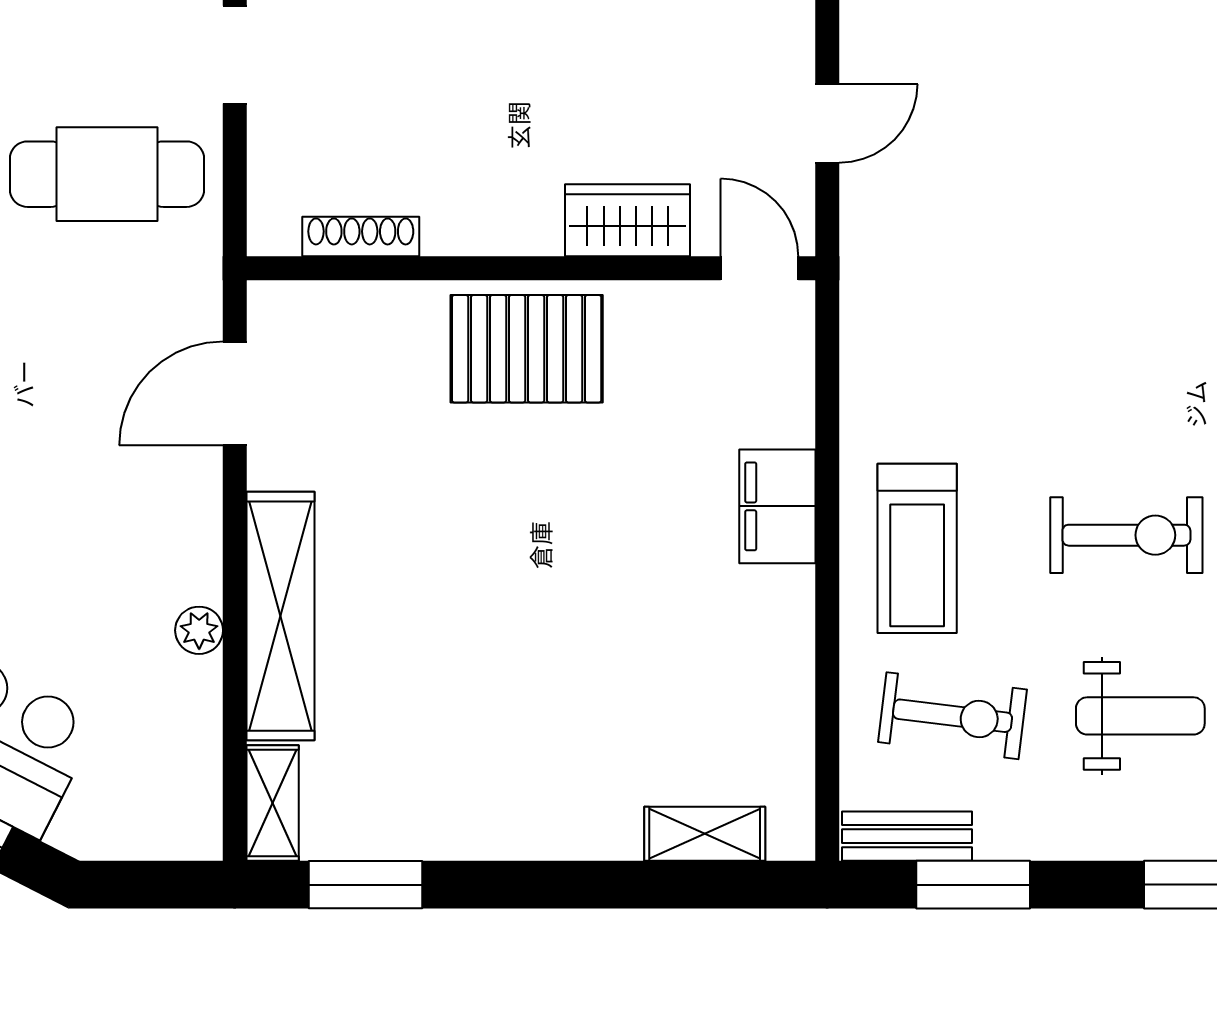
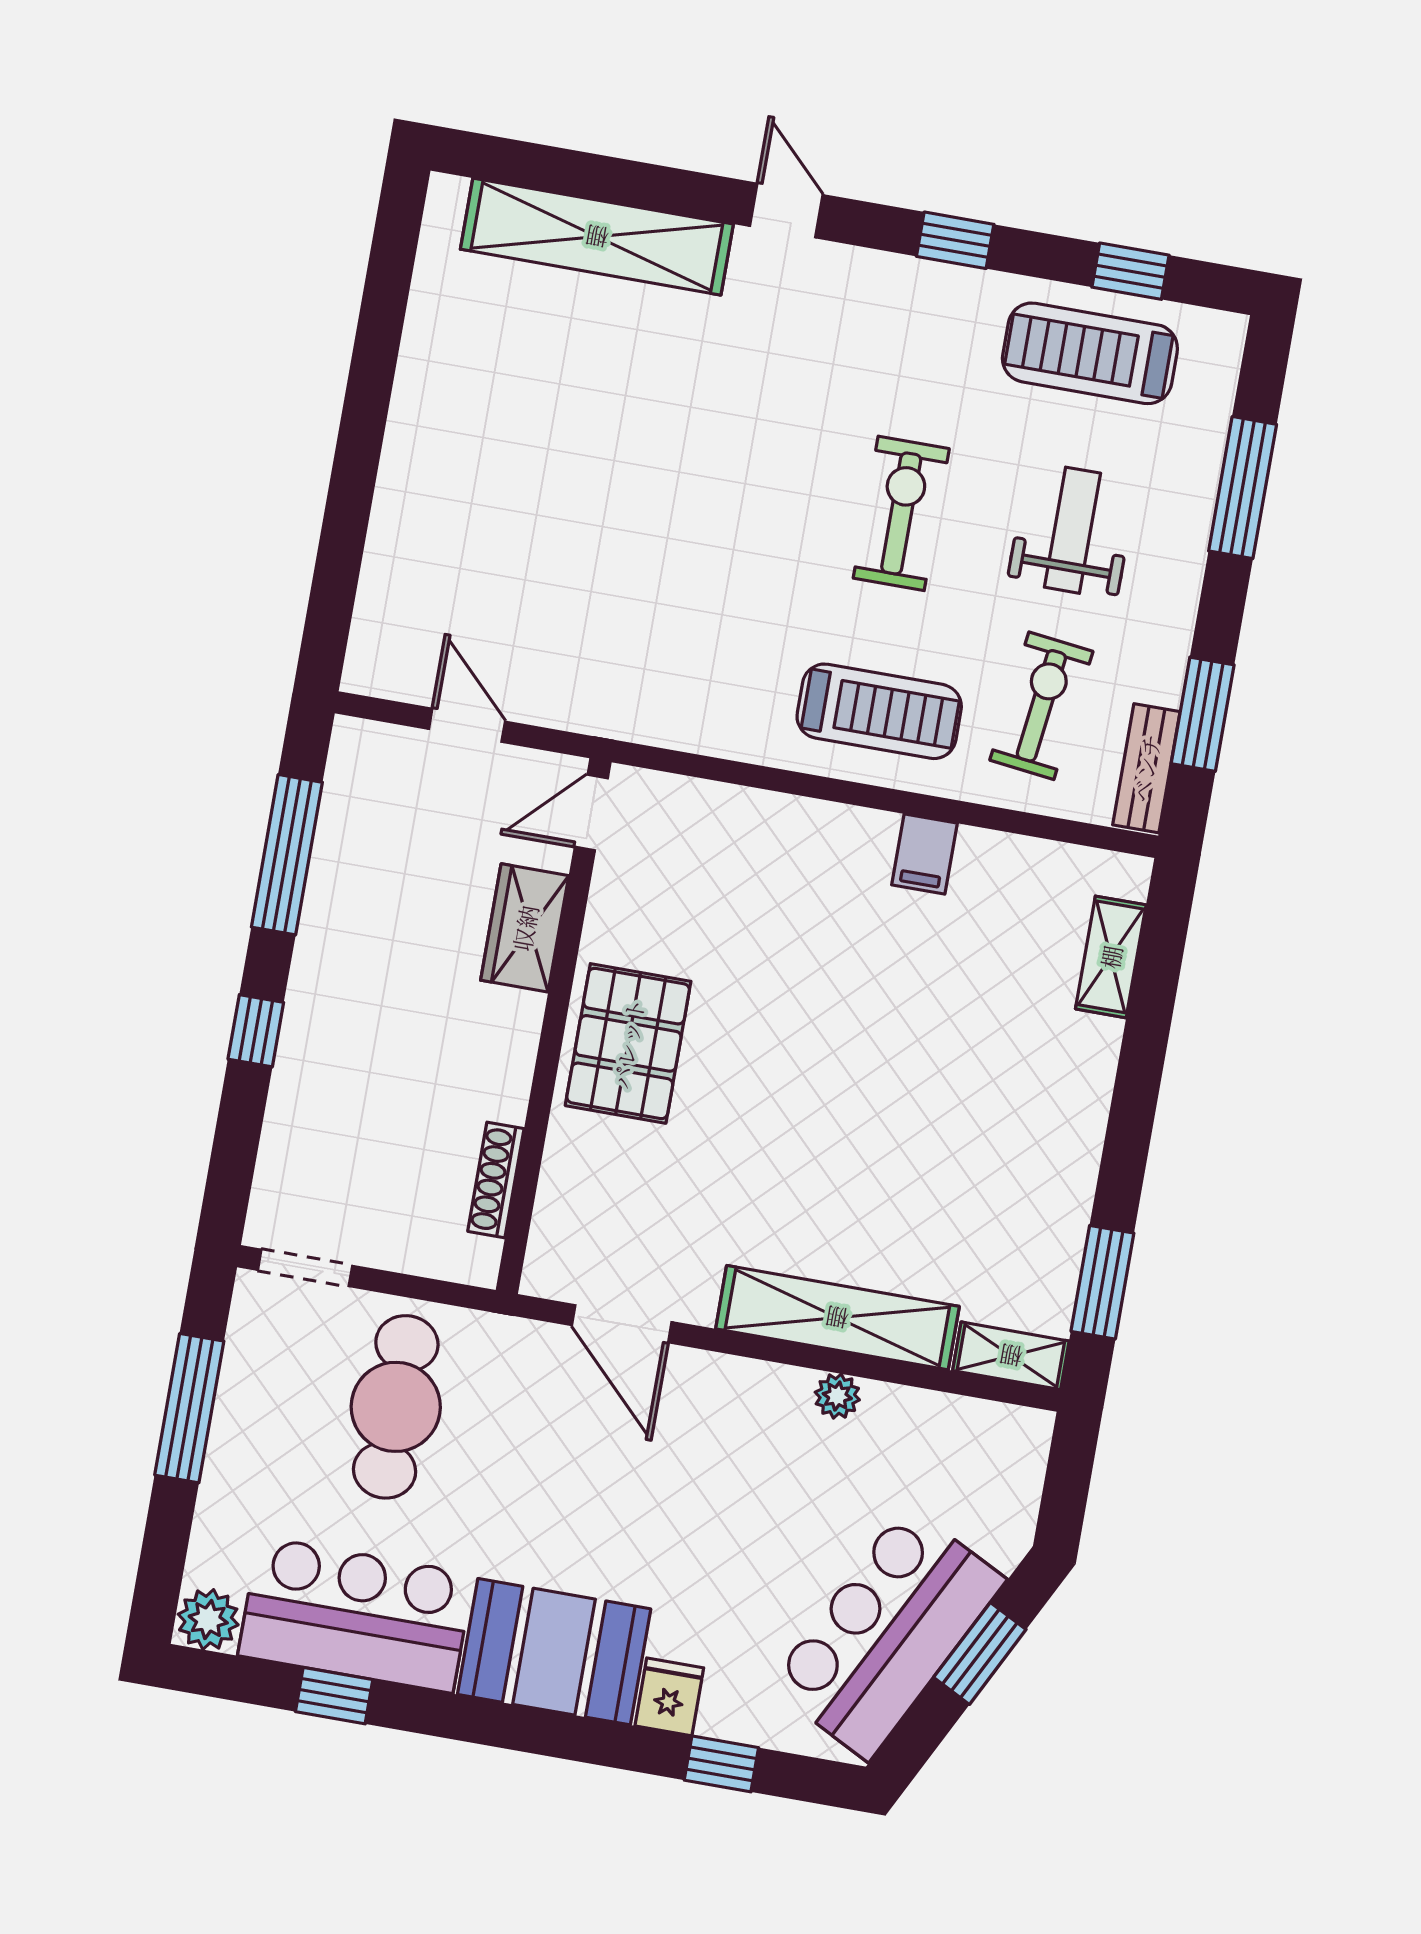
filing cabinet: (777, 506) -> (924, 854), moved, width x0.50

